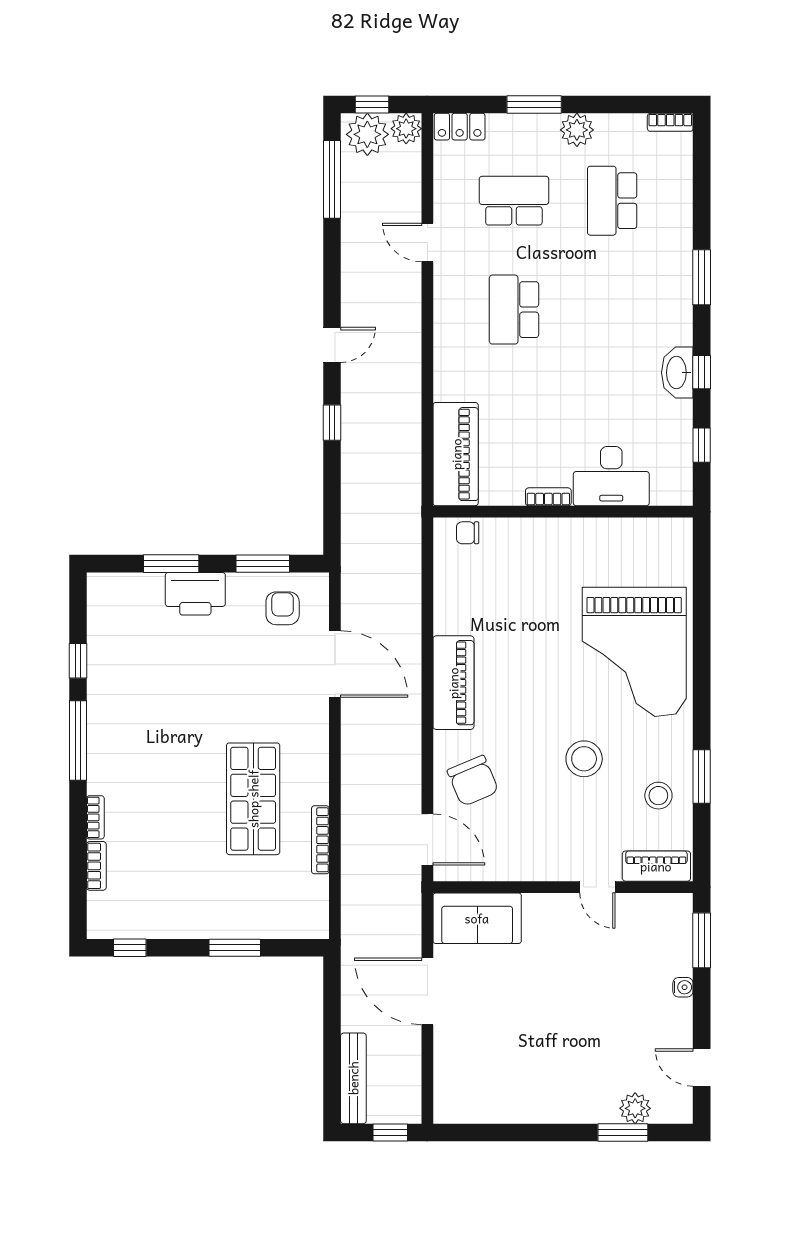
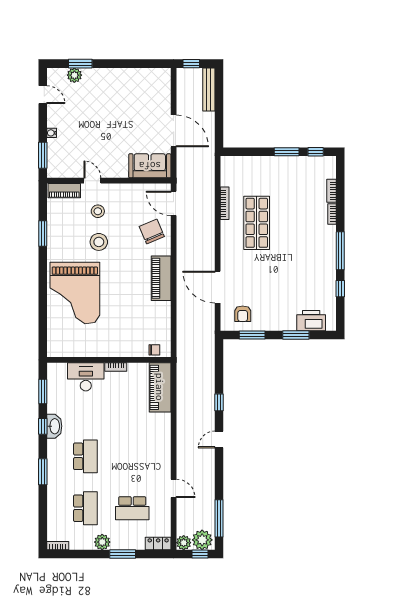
school desk: (514, 310) -> (85, 456), moved
window: (702, 445) -> (43, 392), width x1.50
printer: (195, 594) -> (311, 321), moved
grand piano: (634, 652) -> (75, 293), turned 180
stool: (658, 796) -> (98, 211), moved
window: (235, 948) -> (287, 152), moved

